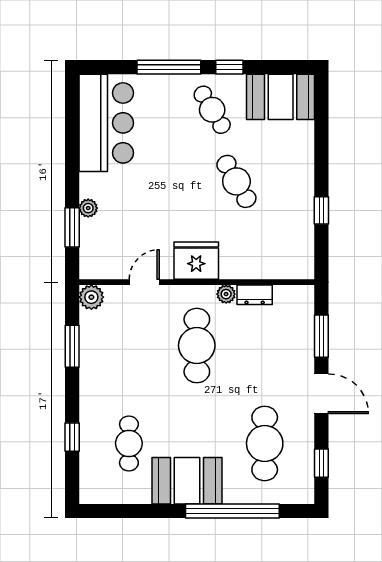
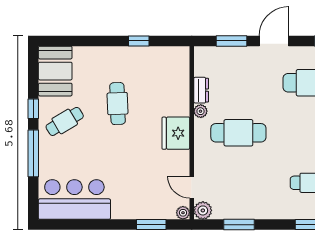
cafe table: (236, 181) -> (117, 104), turned -62
plant: (88, 208) -> (183, 213), moved
door: (144, 282) -> (192, 187), moved

